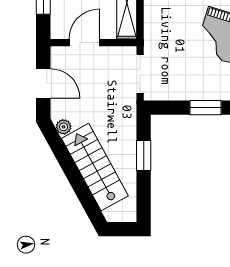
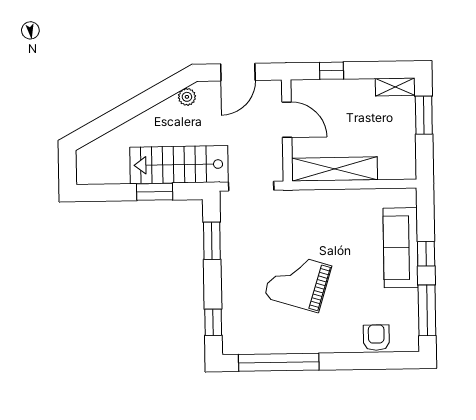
window: (206, 108) -> (212, 241), moved
stairs: (95, 167) -> (179, 165), moved, turned -151

